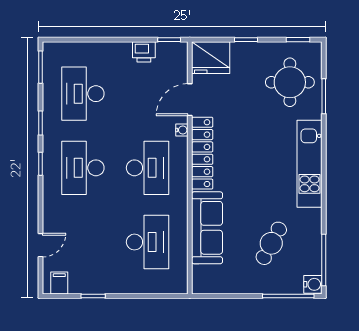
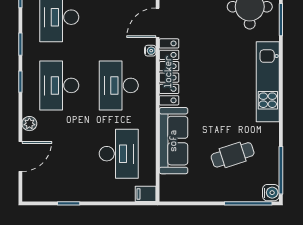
desk: (148, 168) -> (119, 85), turned 180
plant: (50, 209) -> (29, 124), added
cafe table: (271, 243) -> (233, 155), turned 44
door: (41, 245) -> (20, 157), width x1.38
filing cabinet: (59, 283) -> (146, 194), moved, turned -90

